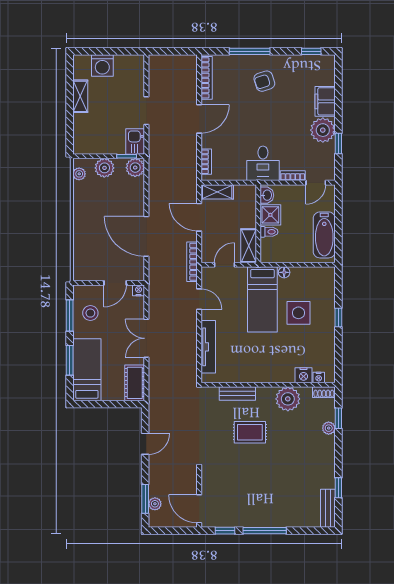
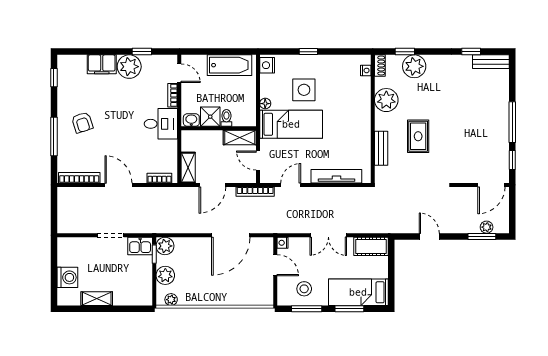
nightstand: (304, 375) -> (267, 65), moved, turned 180
plant: (329, 428) -> (414, 66), width x1.87, depth x1.87

